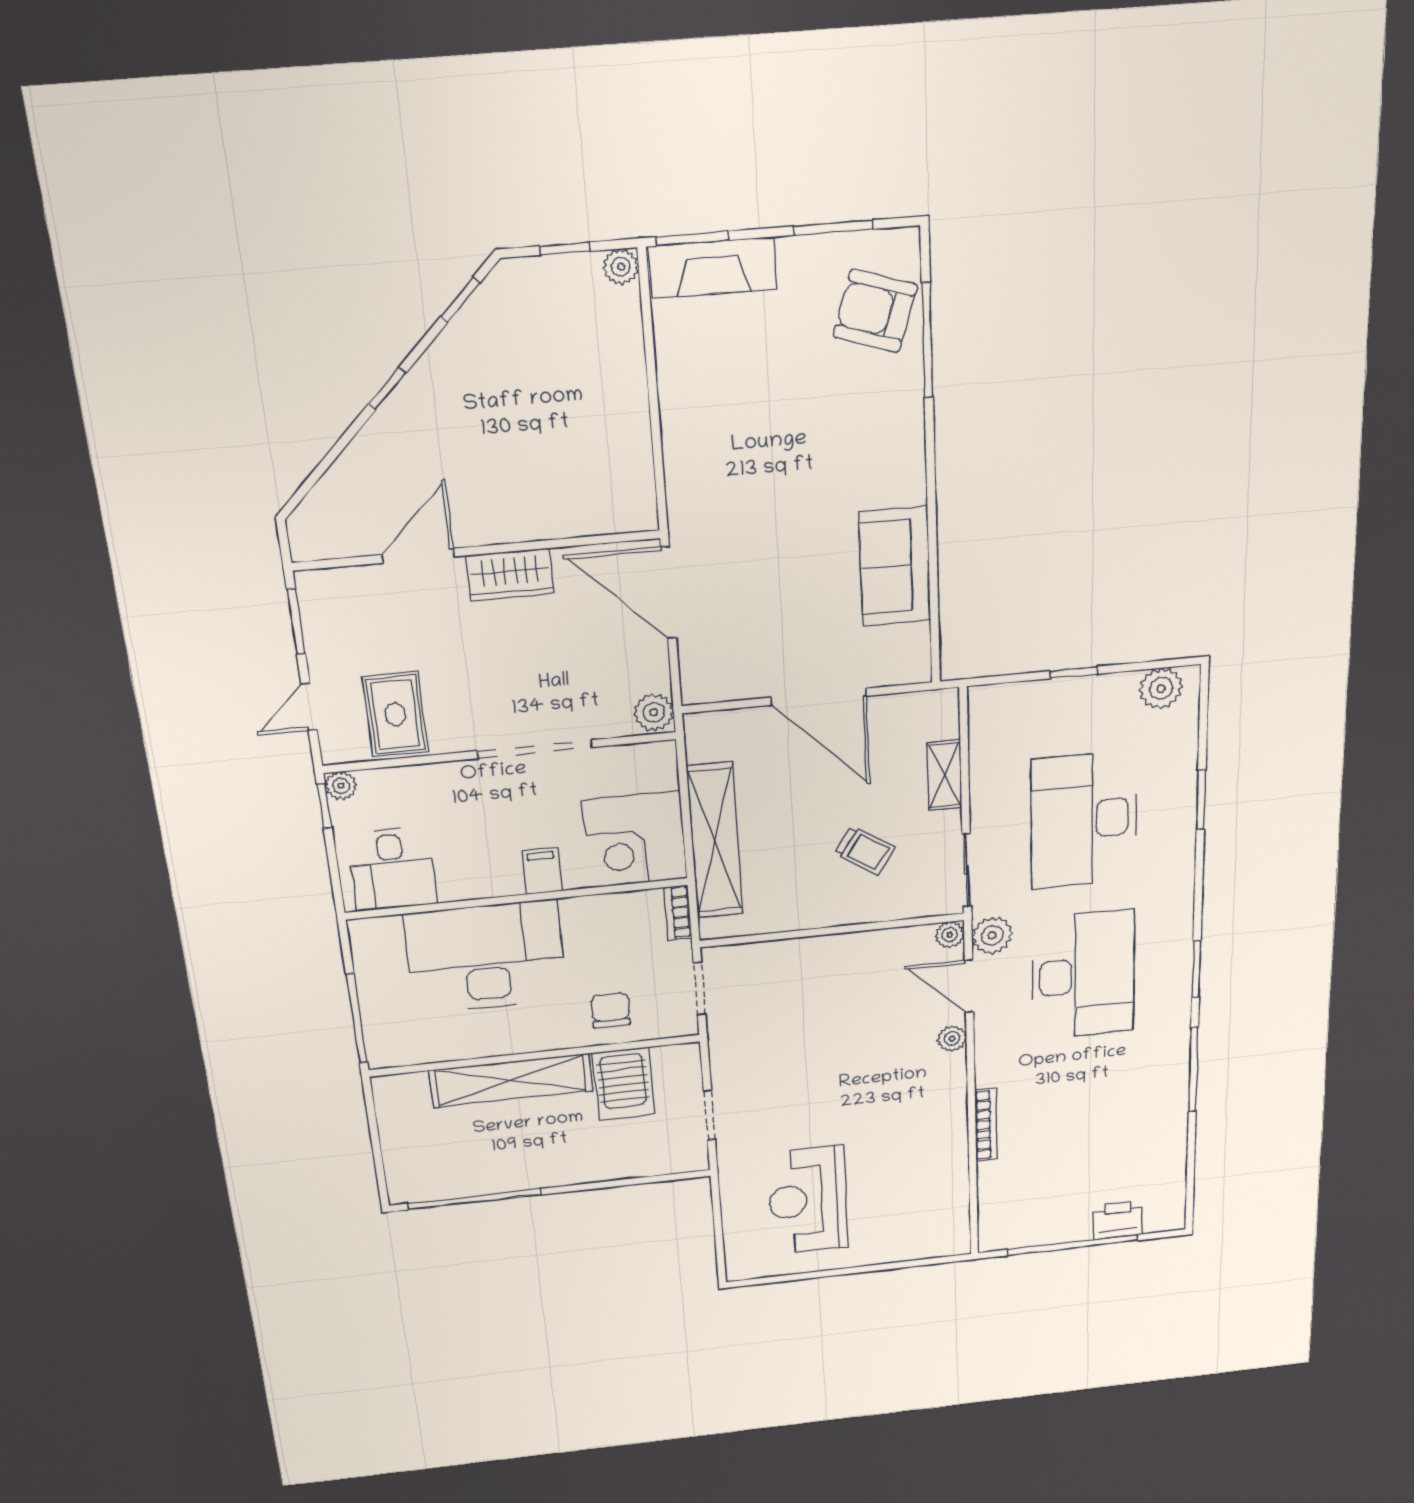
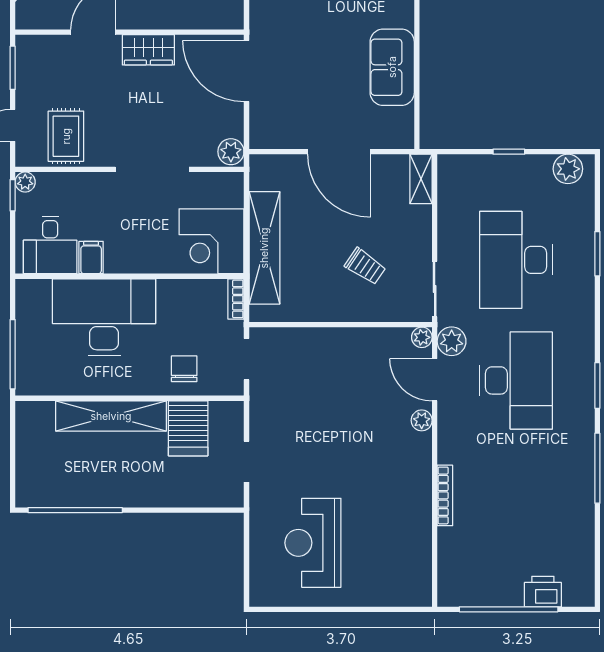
shelving: (945, 775) -> (421, 179), moved
filing cabinet: (542, 871) -> (91, 258), moved

